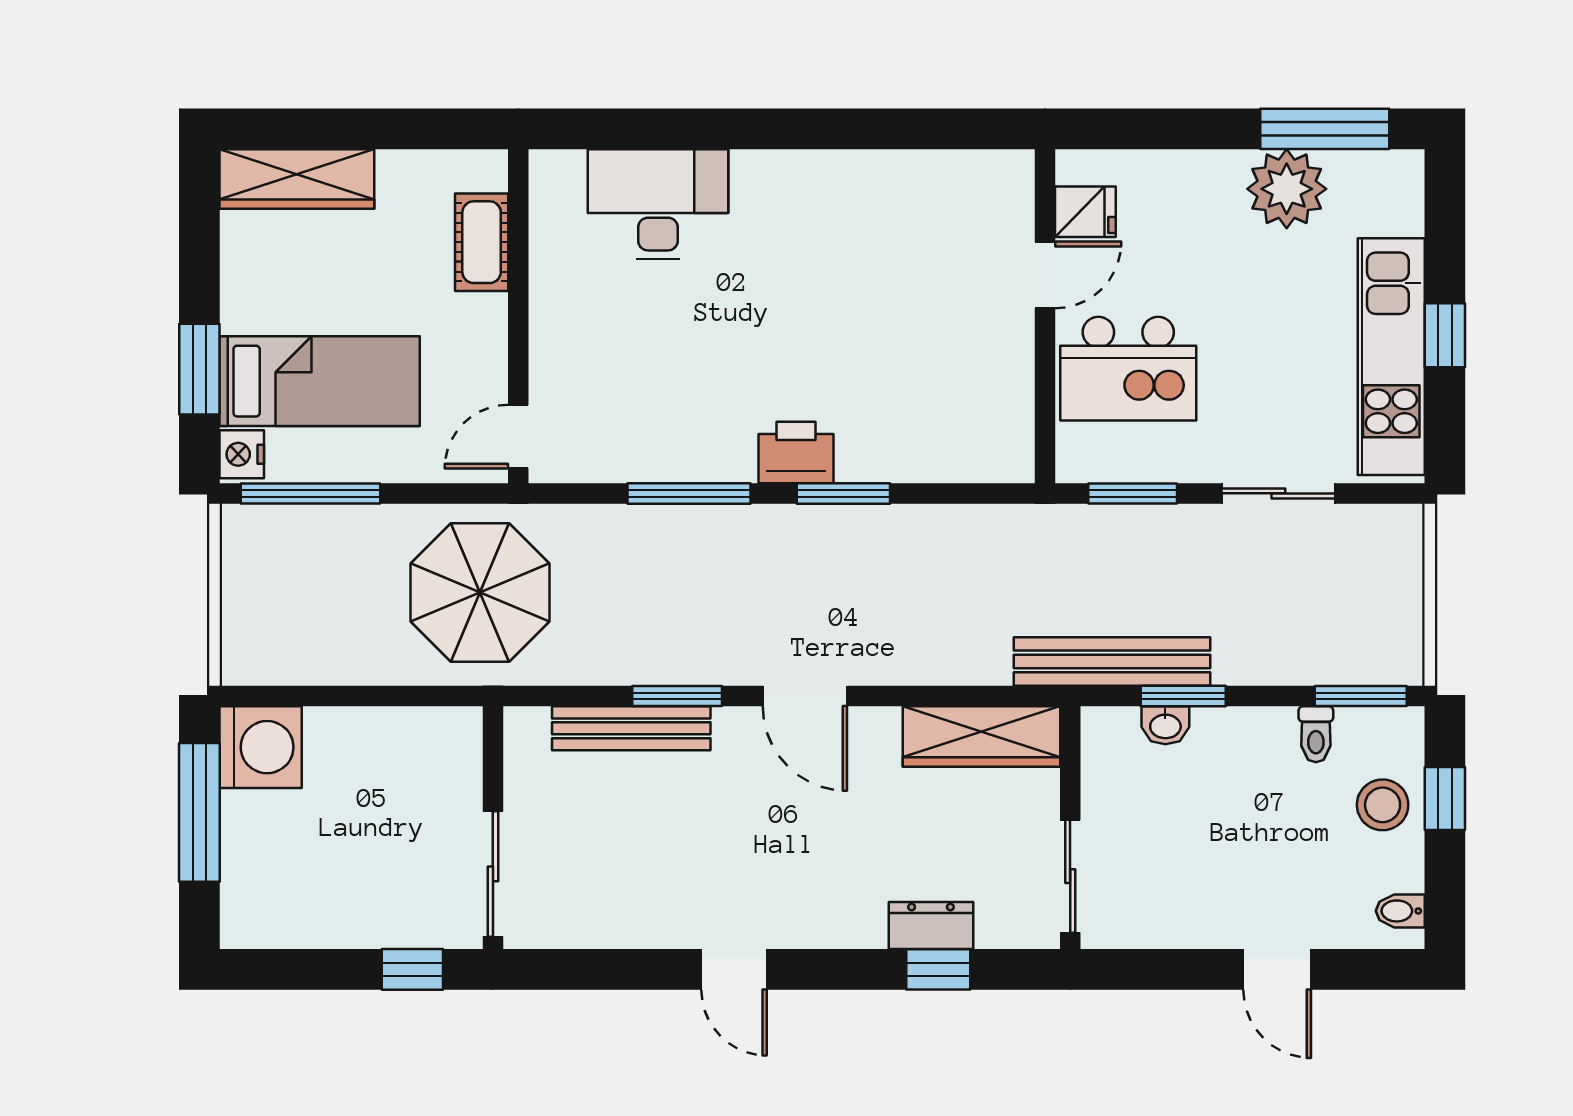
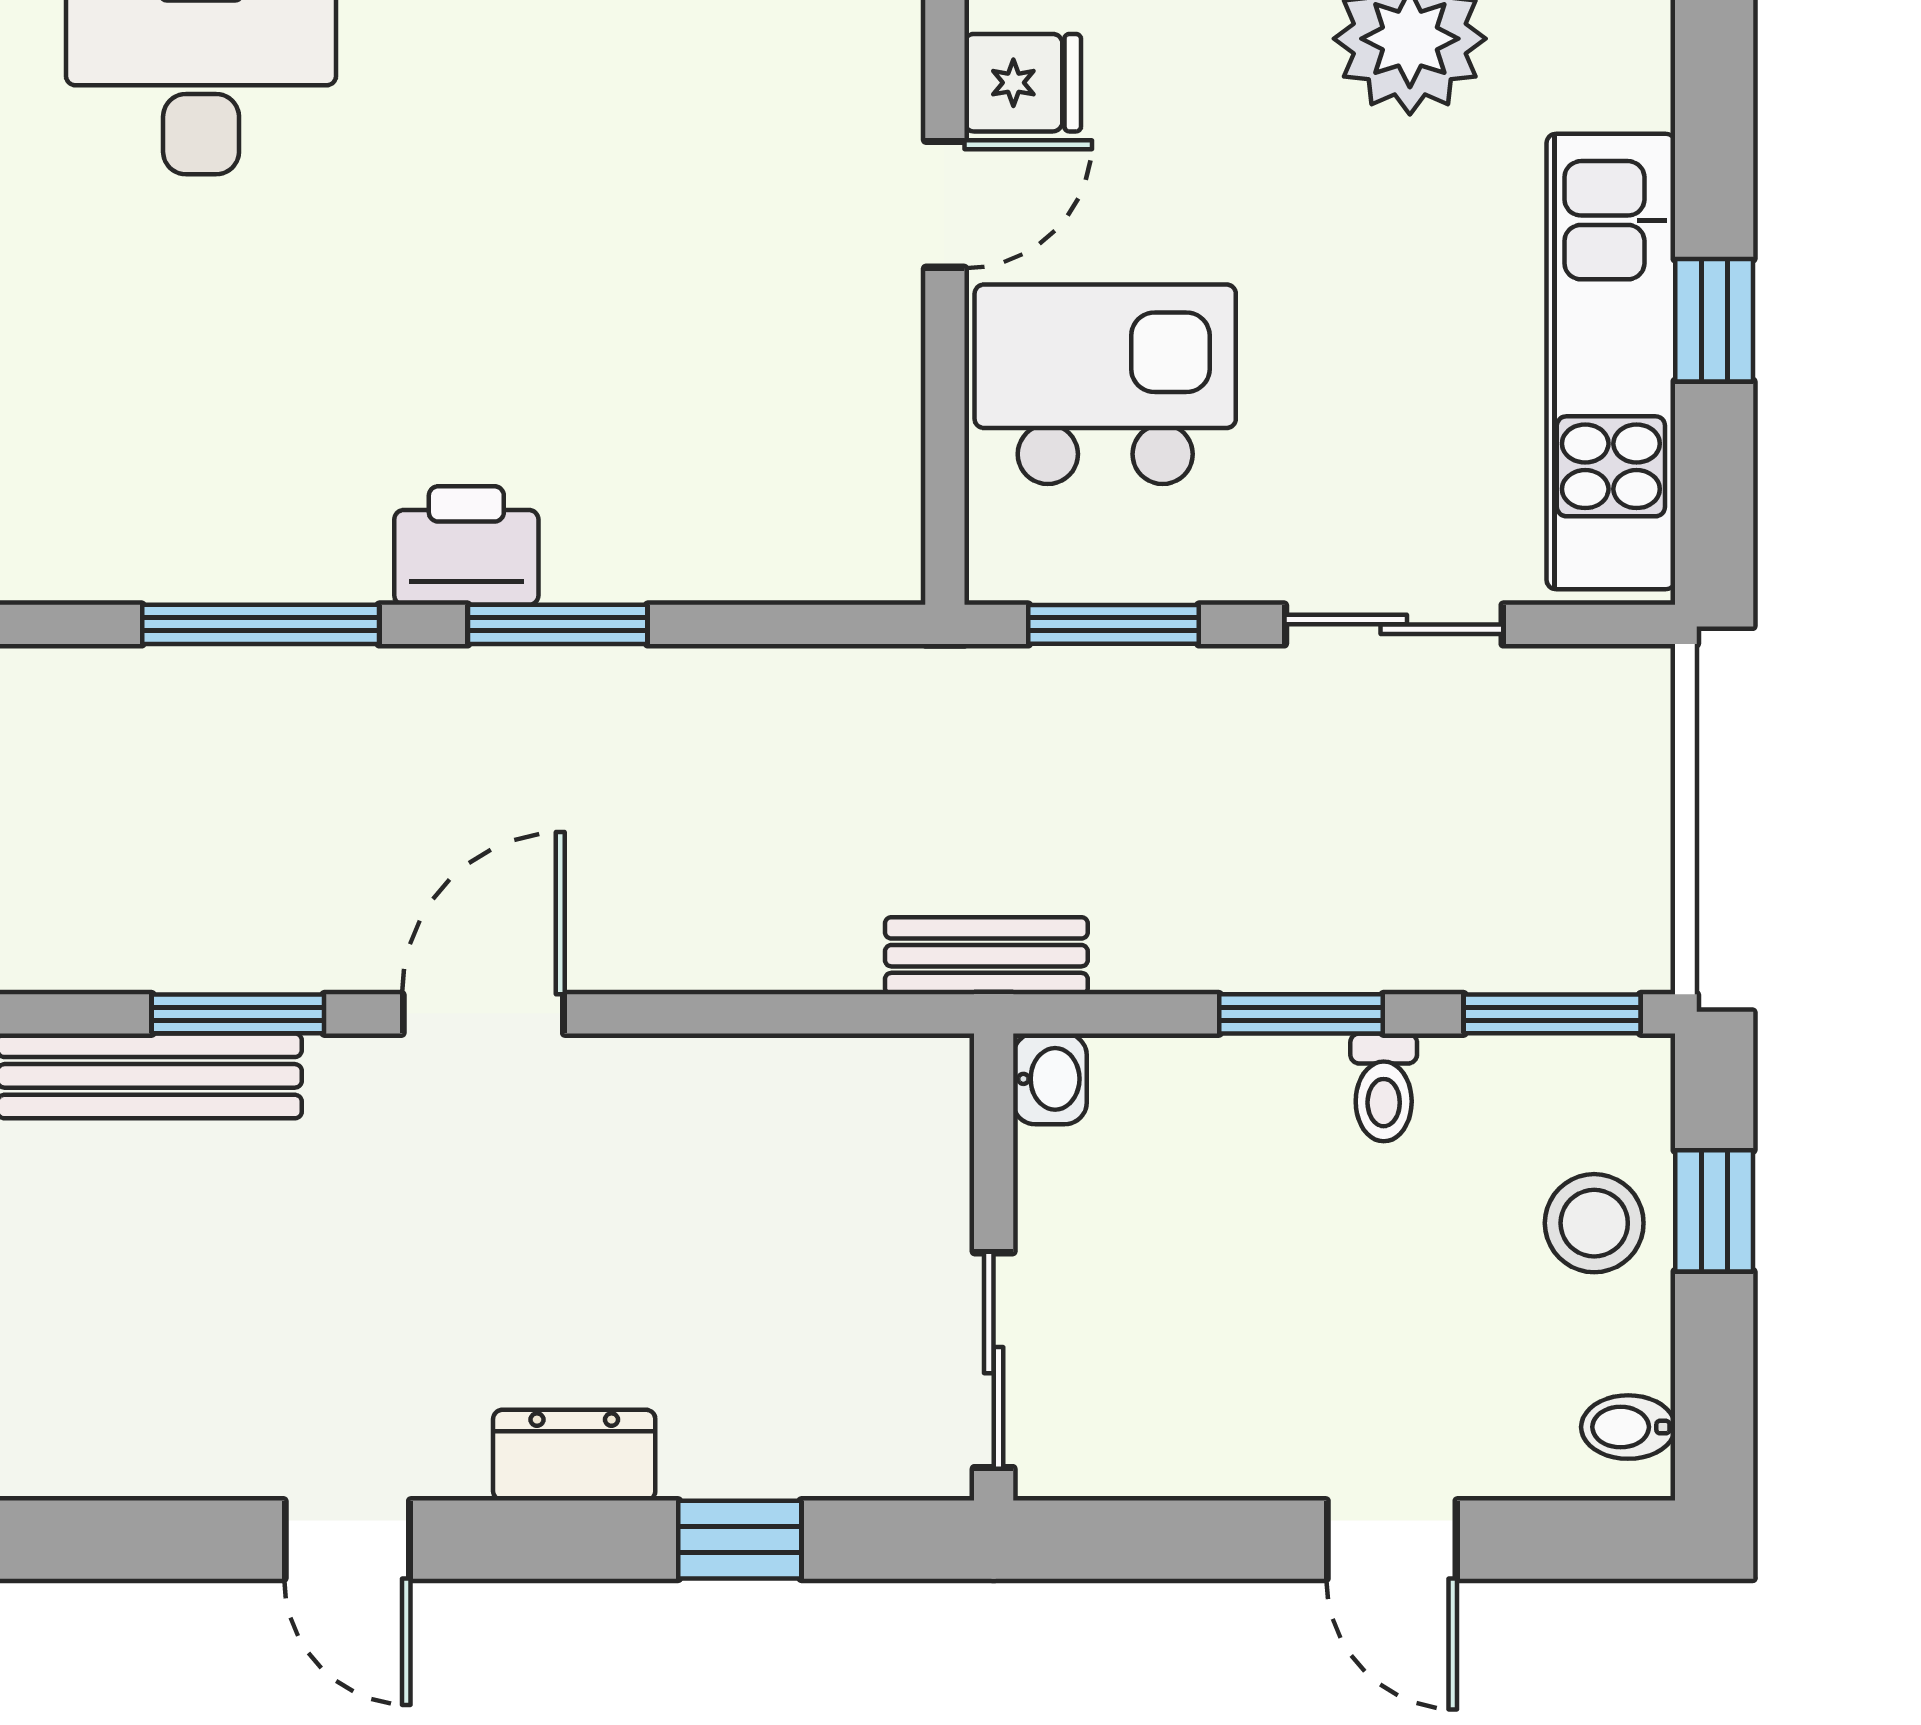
kitchen island: (1128, 369) -> (1105, 384), turned 180
bench: (1112, 661) -> (986, 956), width x0.54, depth x0.82
door: (805, 696) -> (483, 1014), swing flipped
window: (1183, 696) -> (1301, 1014), moved
washbasin: (1165, 725) -> (1050, 1079), moved, turned -90
toilet: (1316, 734) -> (1384, 1087), moved
wardrobe: (981, 737) -> (823, 1092), removed
dresser: (931, 926) -> (574, 1455), moved

